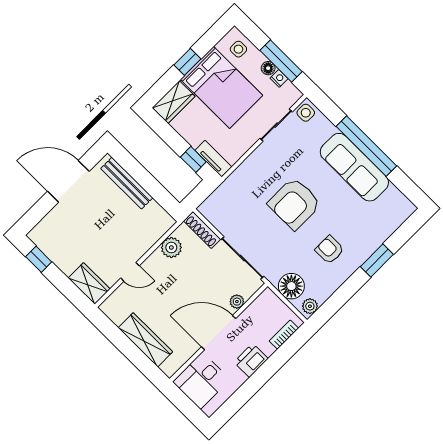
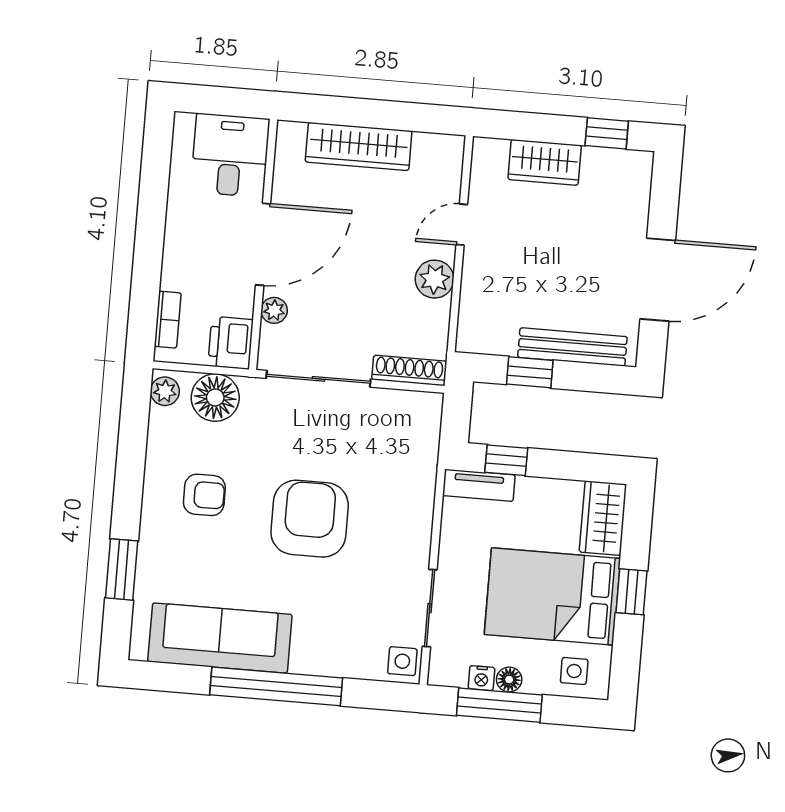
sofa: (354, 167) -> (220, 638), moved
window: (153, 187) -> (530, 372), added
plant: (171, 248) -> (435, 279), moved
window: (377, 260) -> (122, 569), moved
wardrobe: (89, 284) -> (545, 162), moved
printer: (251, 360) -> (231, 343), moved, turned 180

